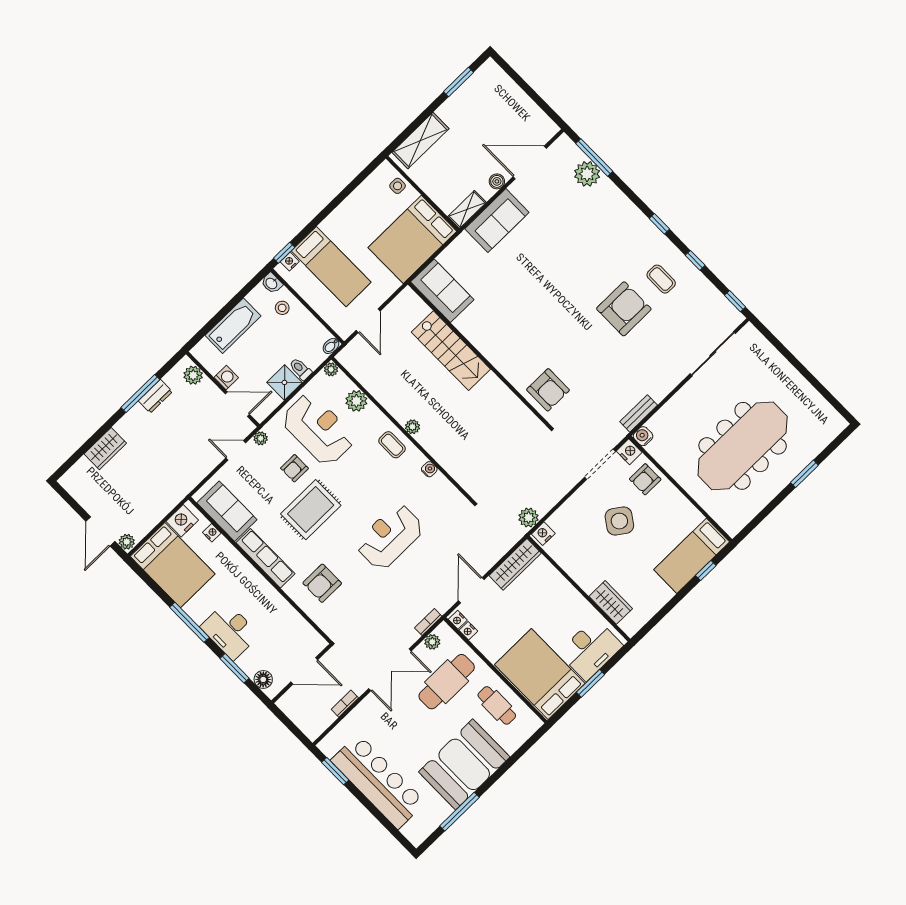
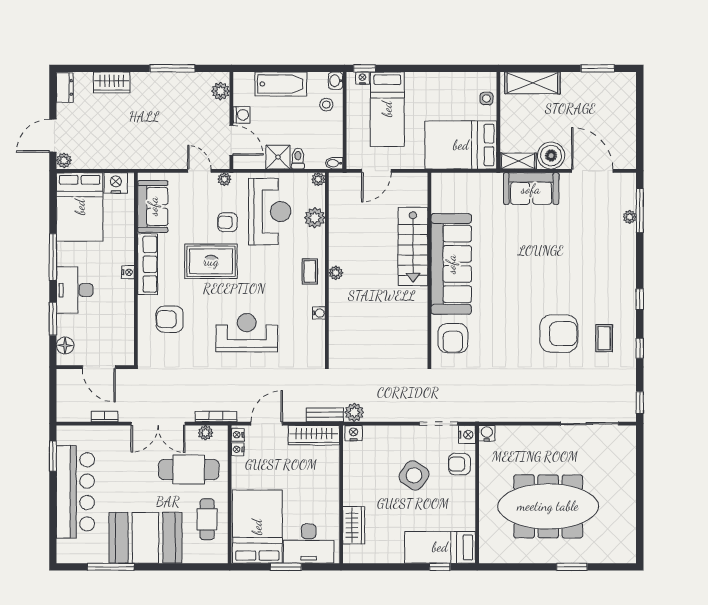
plant: (587, 174) -> (630, 217), width x0.53, depth x0.53
boiler: (497, 181) -> (551, 156), width x1.86, depth x1.86
sofa: (442, 291) -> (451, 264), moved, width x1.85, depth x1.27
dresser: (155, 396) -> (65, 87), moved, turned -90
bench: (639, 413) -> (325, 415), moved
nightstand: (212, 533) -> (128, 272), moved
bookcase: (428, 622) -> (216, 417), width x1.56

